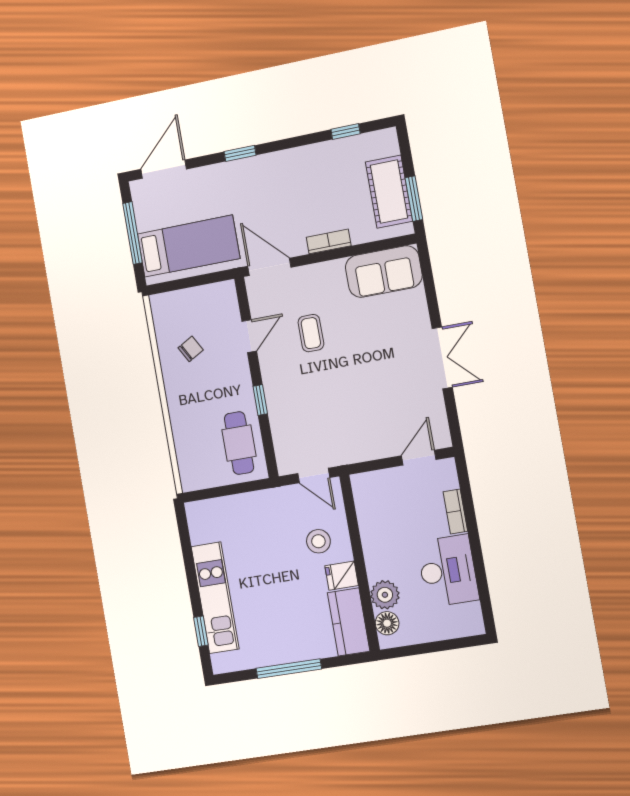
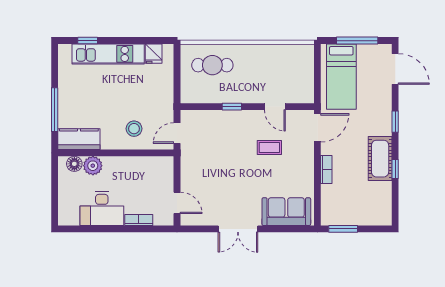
window: (346, 131) -> (395, 169), moved
cot: (389, 192) -> (380, 159), moved, turned 90
sofa: (384, 272) -> (286, 212), moved, turned 90
chair: (191, 349) -> (274, 66), removed
cafe table: (239, 443) -> (212, 65), moved
fridge: (342, 576) -> (154, 54), moved, turned 180
window: (289, 669) -> (55, 110), moved

